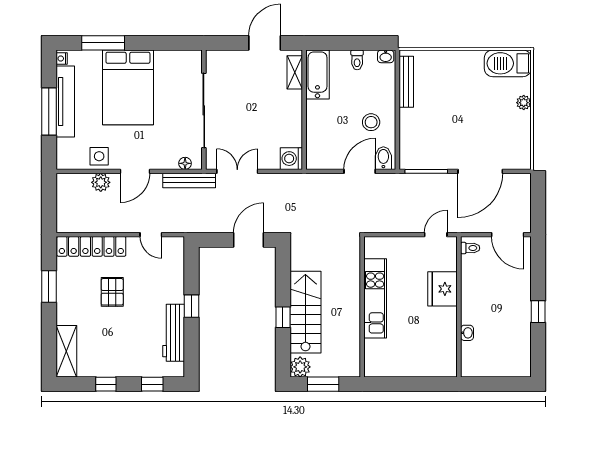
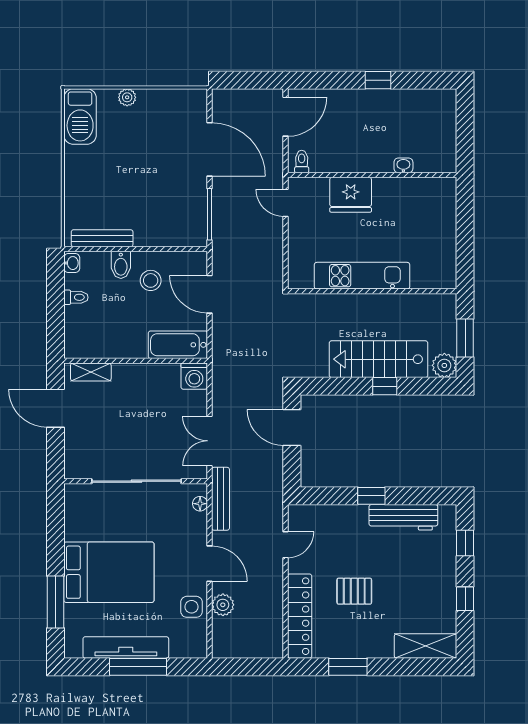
nightstand: (62, 59) -> (74, 652), removed
bathtub: (317, 75) -> (178, 345), moved
bidet: (383, 158) -> (121, 265), moved, turned -90

